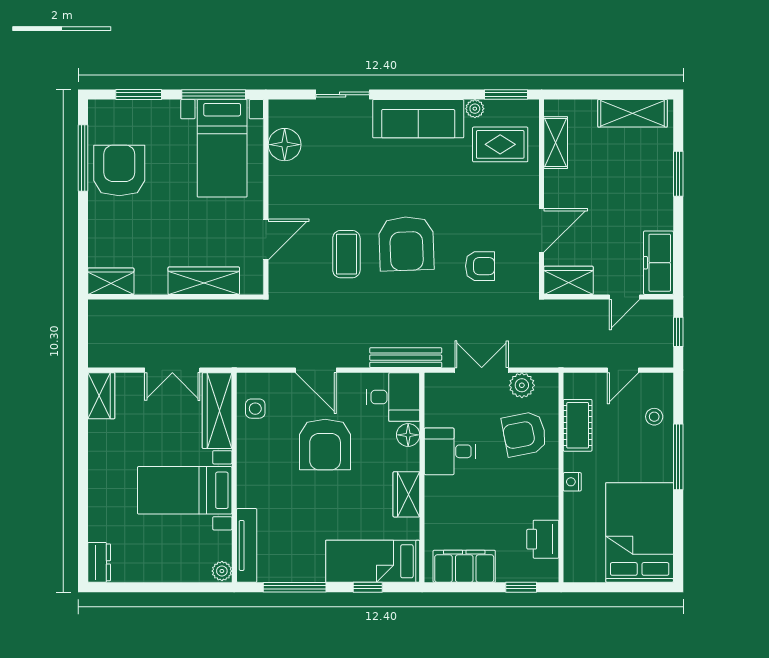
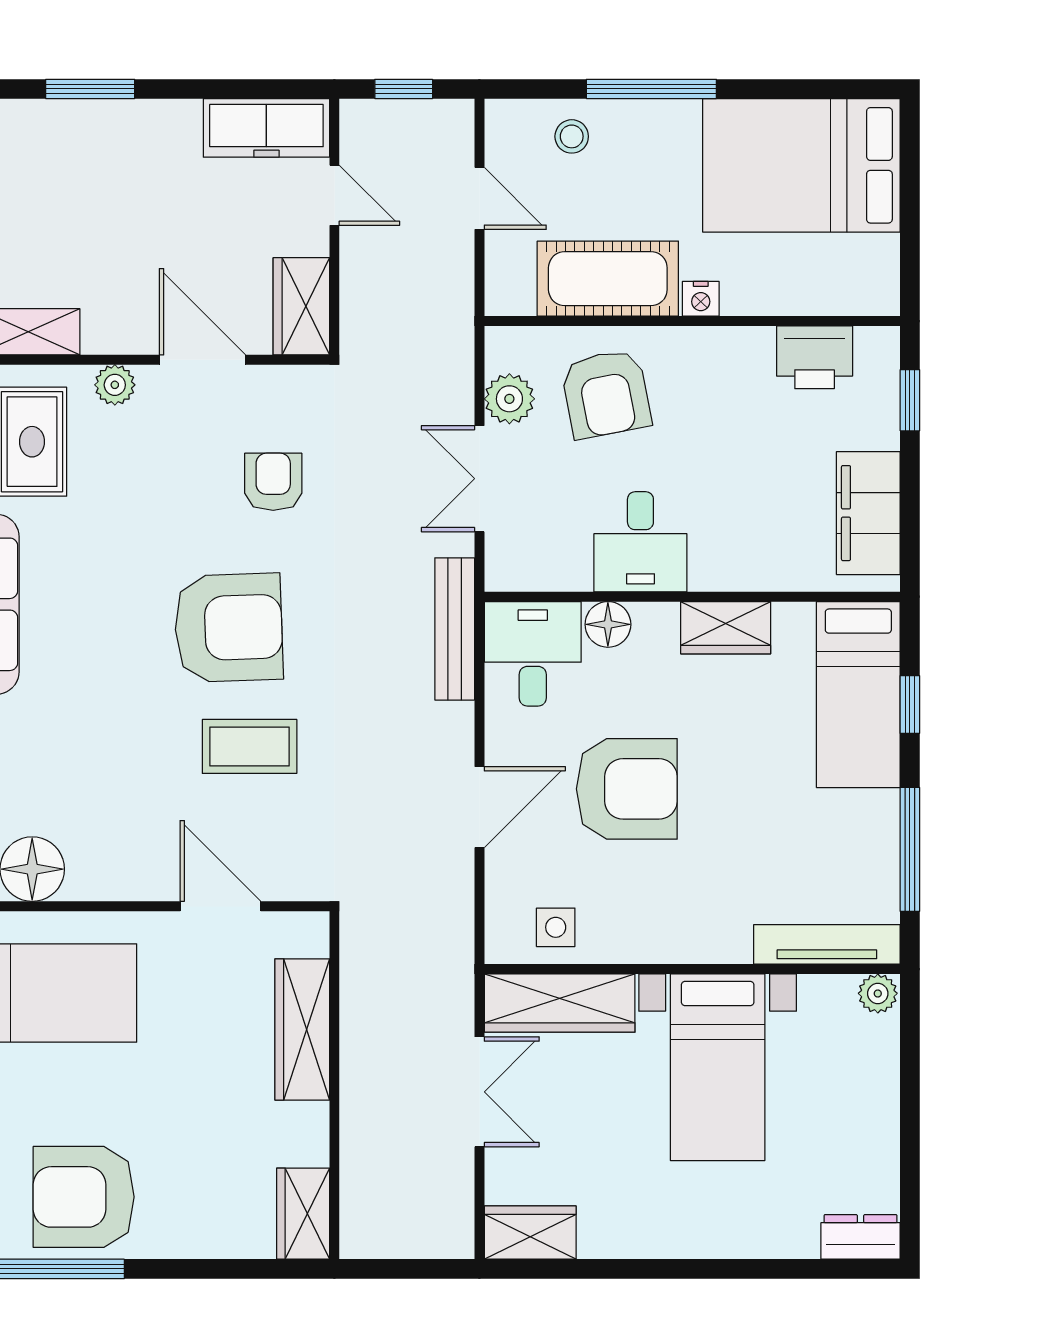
plant: (529, 186) -> (115, 385), added
cot: (578, 425) -> (608, 279), width x1.37, depth x1.34

